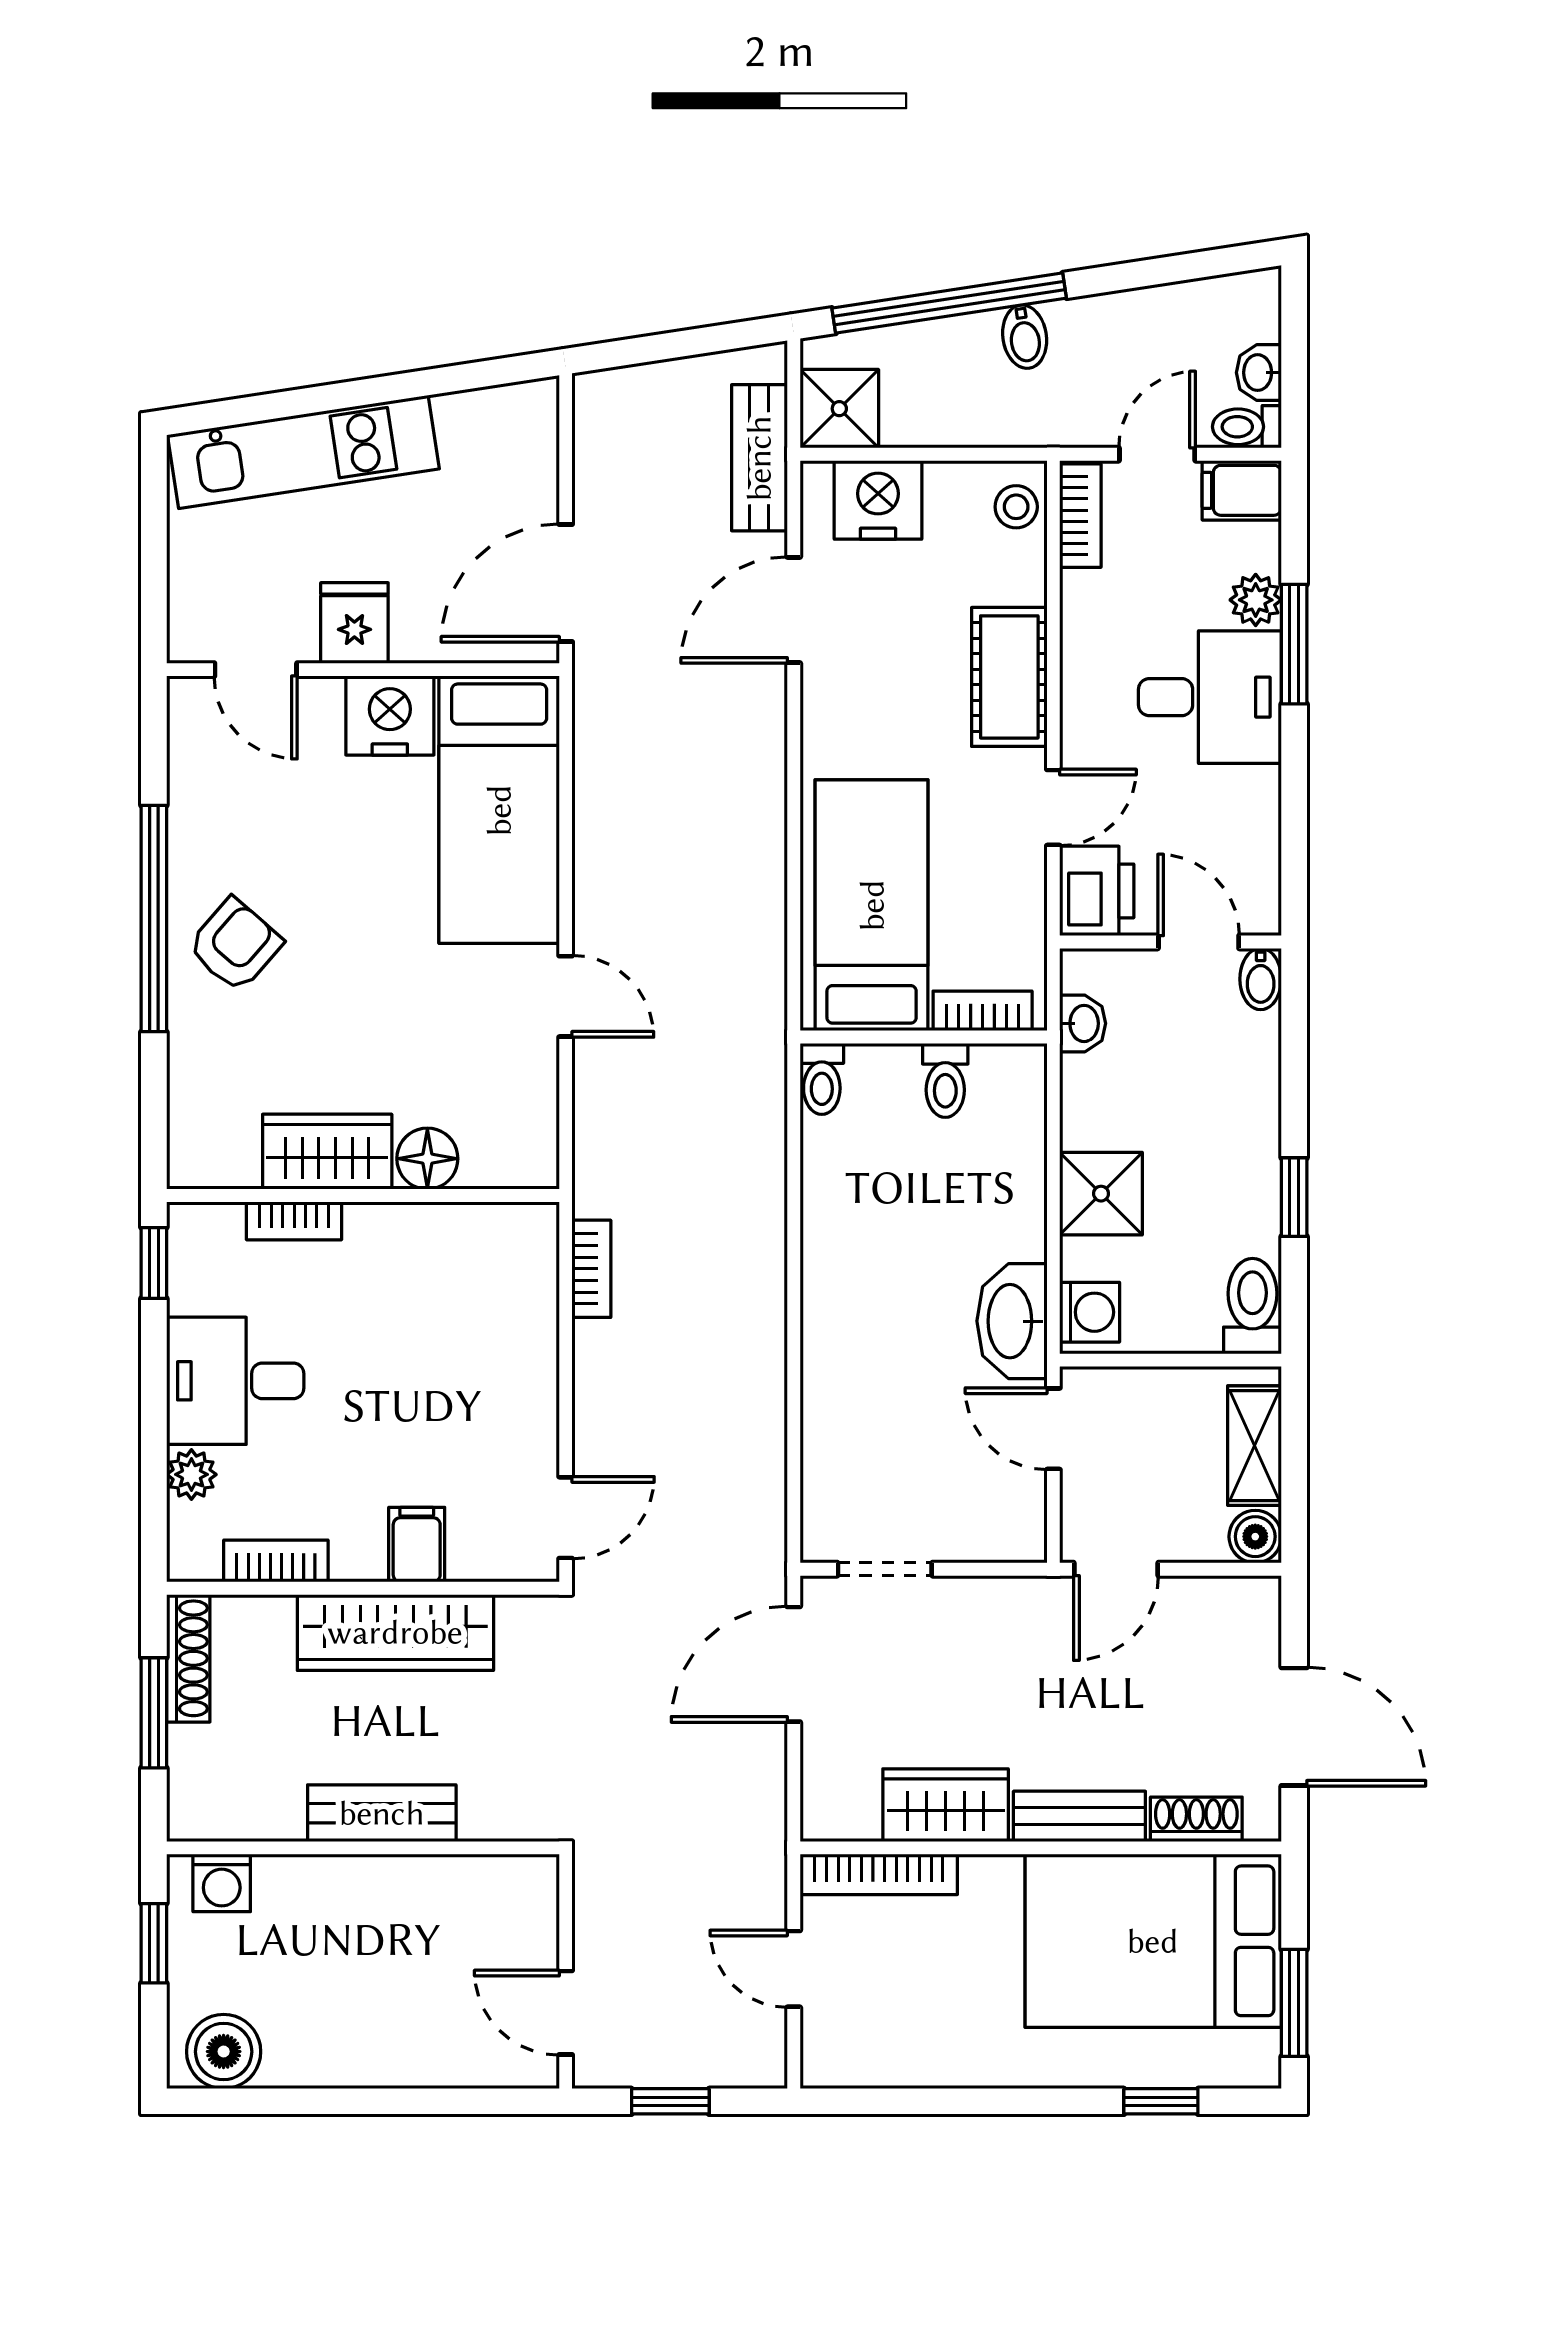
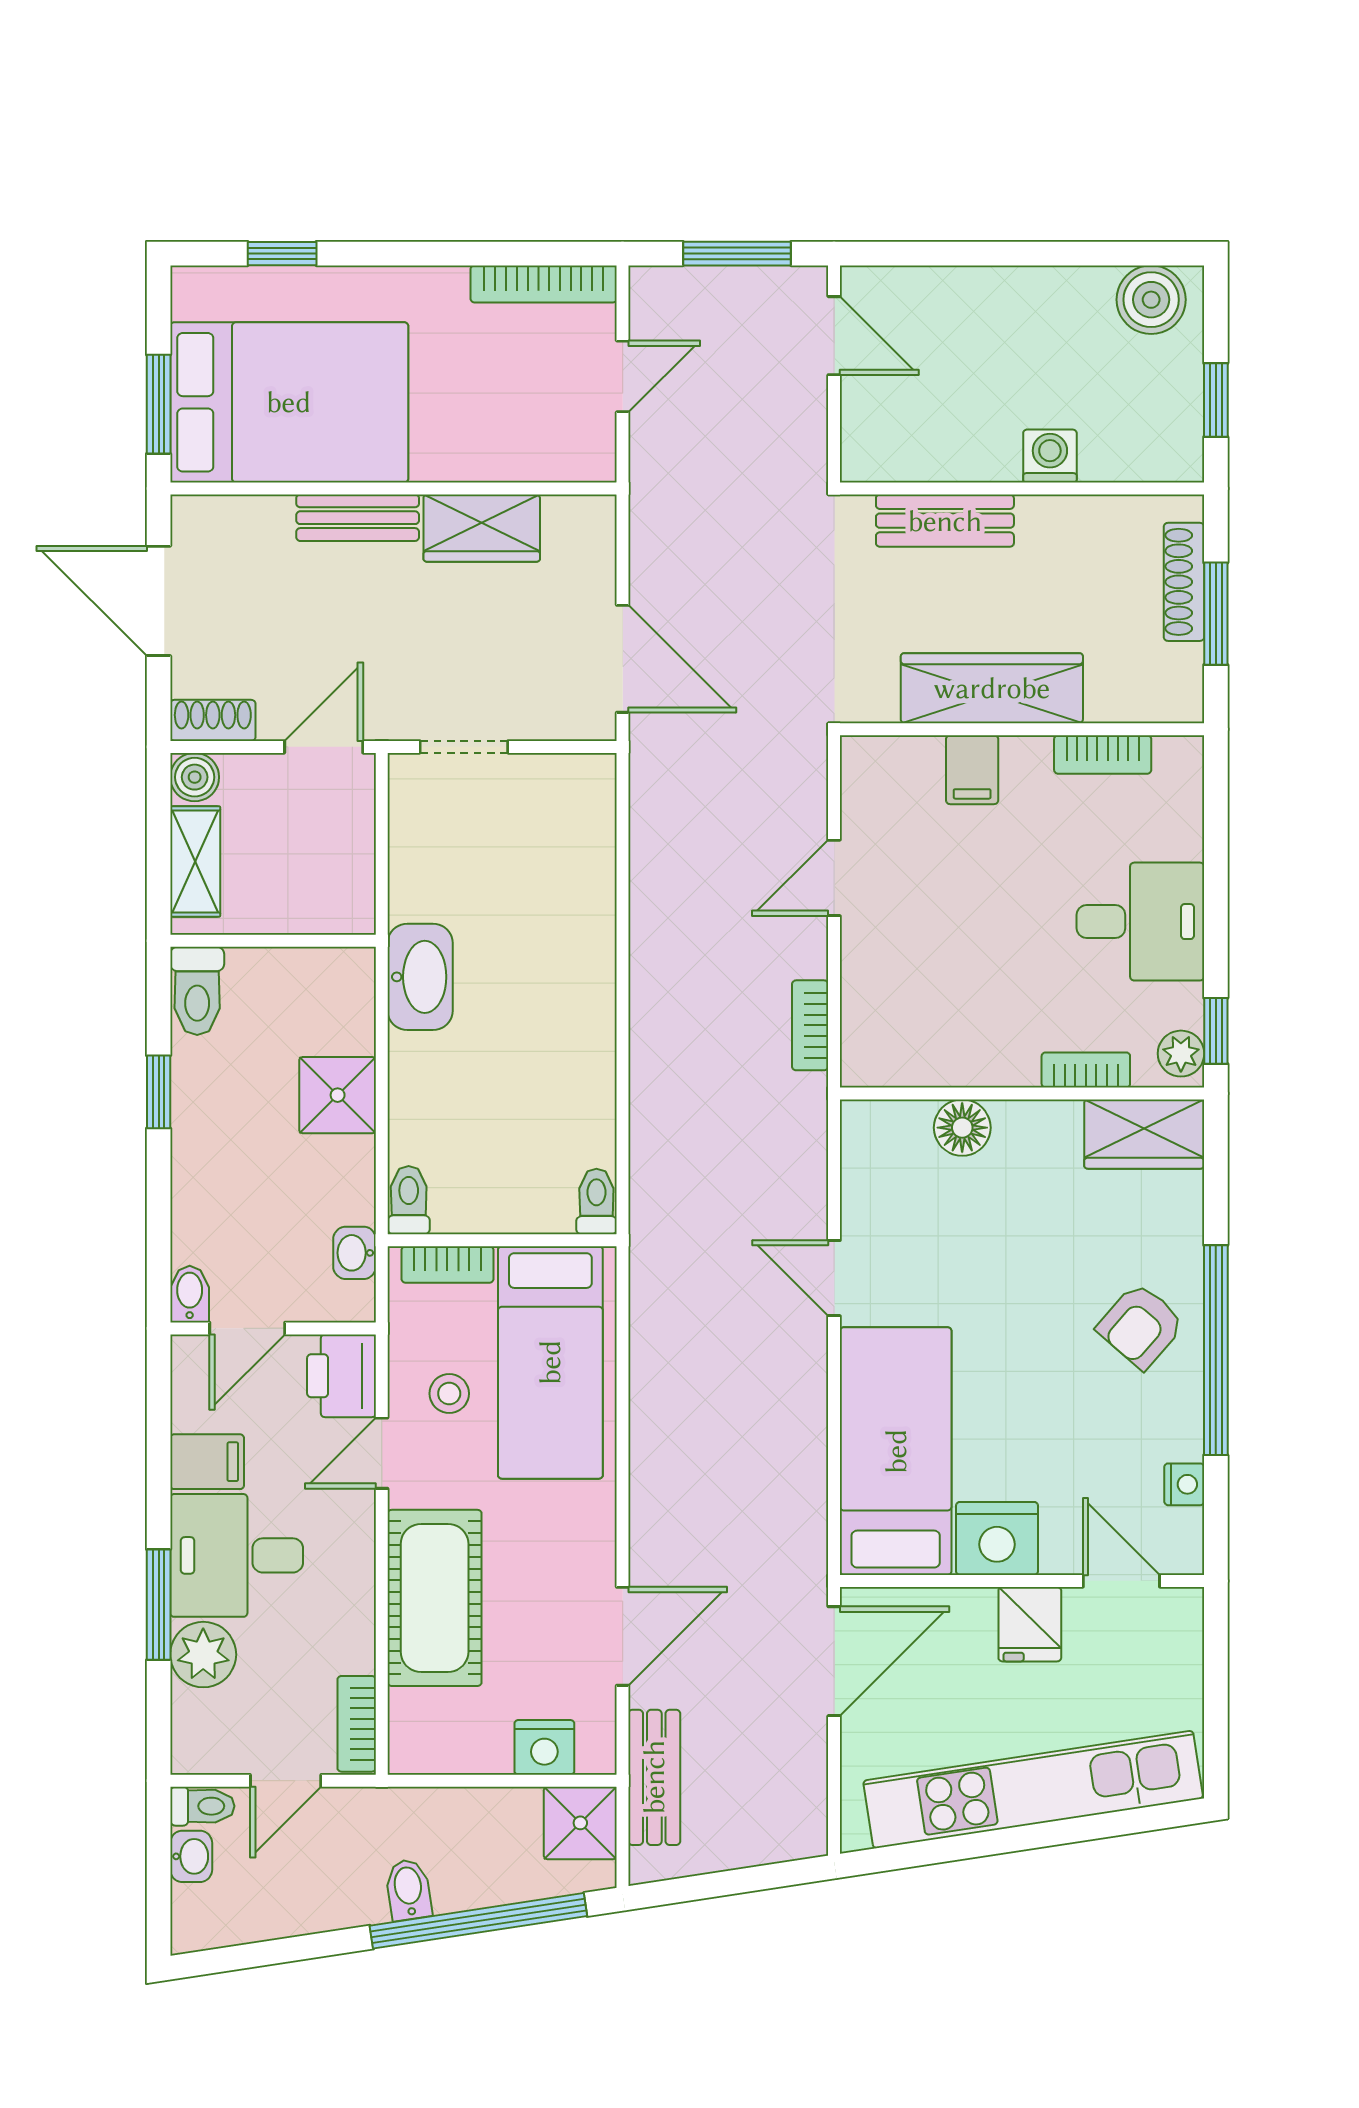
kitchen unit: (303, 452) -> (1033, 1790), width x1.36
filing cabinet: (1242, 490) -> (207, 1462), moved
nightstand: (878, 500) -> (544, 1747), width x0.74, depth x0.75
stool: (1016, 507) -> (449, 1394), moved
plant: (1256, 600) -> (203, 1655), width x1.38, depth x1.38
cot: (1009, 677) -> (435, 1598), width x1.37, depth x1.34
nightstand: (188, 774) -> (1184, 1484), added
door: (1199, 942) -> (247, 1328), hinge flipped
toilet: (945, 1080) -> (409, 1200), moved
wardrobe: (327, 1152) -> (1144, 1134), moved
washing machine: (1090, 1312) -> (348, 985), removed
door: (1053, 1429) -> (382, 877), removed
plant: (191, 1474) -> (1181, 1054), moved
door: (566, 1518) -> (834, 878), moved
doorway: (885, 1569) -> (464, 747), moved
shoe rack: (188, 1658) -> (1184, 582), moved
door: (794, 1664) -> (623, 659), hinge flipped
bench: (382, 1813) -> (945, 521), moved
shoe rack: (1196, 1819) -> (213, 720), moved, turned 180
bookcase: (879, 1874) -> (544, 284), moved, turned 180
washing machine: (222, 1883) -> (1050, 456), moved
door: (794, 1969) -> (623, 376), hinge flipped
window: (1294, 2003) -> (159, 404), moved
window: (670, 2101) -> (737, 254), width x1.50

